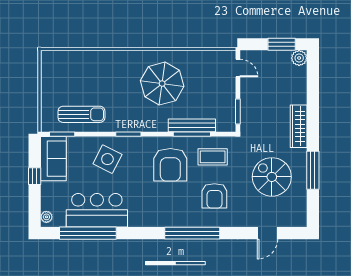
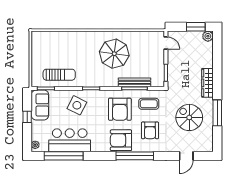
armchair: (172, 210) -> (121, 140), added

